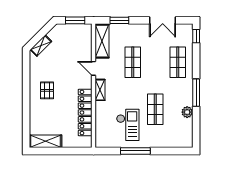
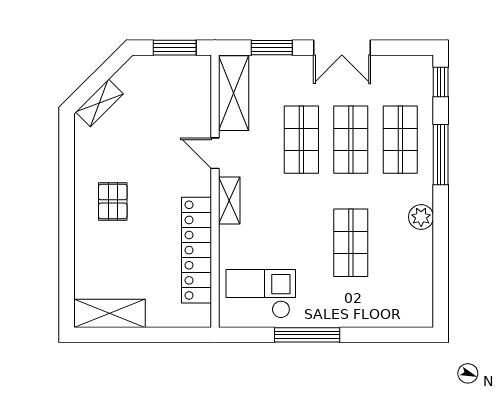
double door: (163, 20) -> (342, 48), moved
shop shelf: (155, 62) -> (351, 140), added
window: (196, 93) -> (441, 155), moved
plant: (187, 112) -> (421, 217), moved
checkout: (128, 125) -> (261, 294), moved, turned -90

